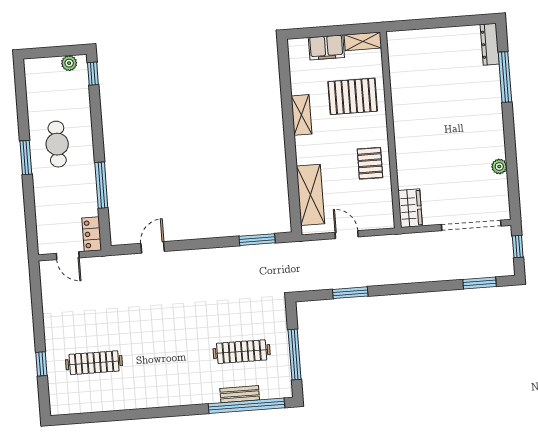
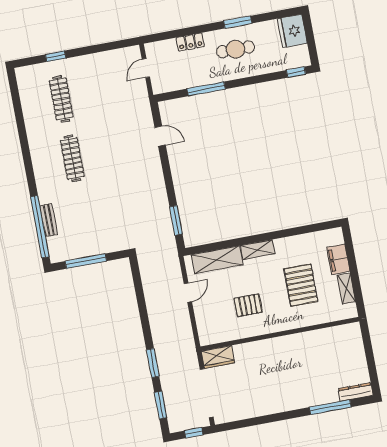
plant: (69, 63) -> (302, 52), removed
fridge: (42, 73) -> (292, 31), added
shelving: (301, 115) -> (258, 250), moved
wall: (390, 130) -> (280, 334), moved
window: (26, 158) -> (238, 22), moved
plant: (499, 167) -> (257, 411), removed
wardrobe: (410, 208) -> (218, 357), moved
locker: (92, 234) -> (190, 42), moved, turned 180
window: (350, 293) -> (153, 363), moved
clothes rail: (242, 352) -> (72, 158), moved

